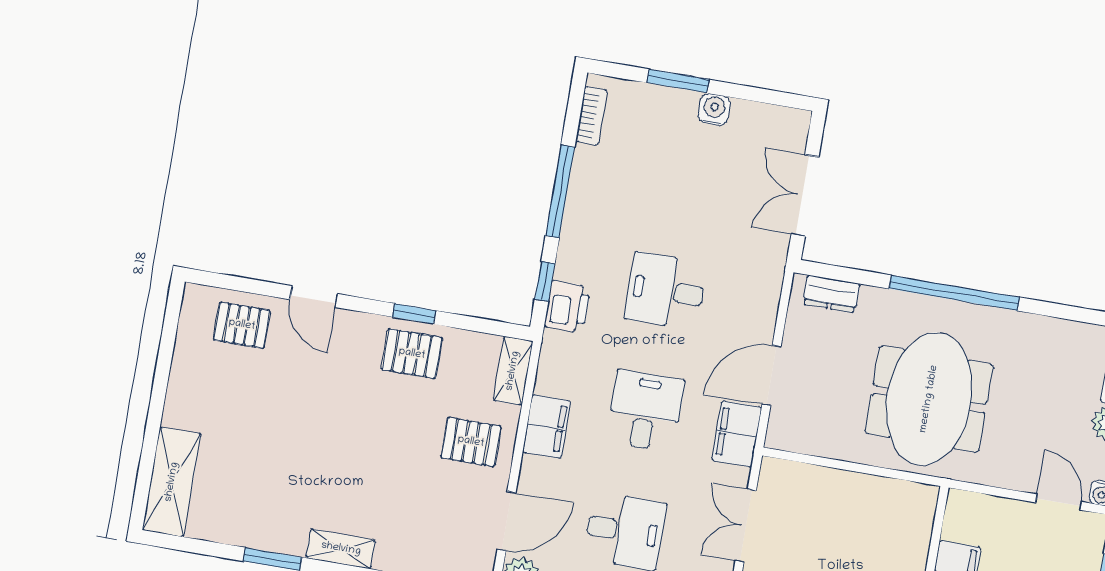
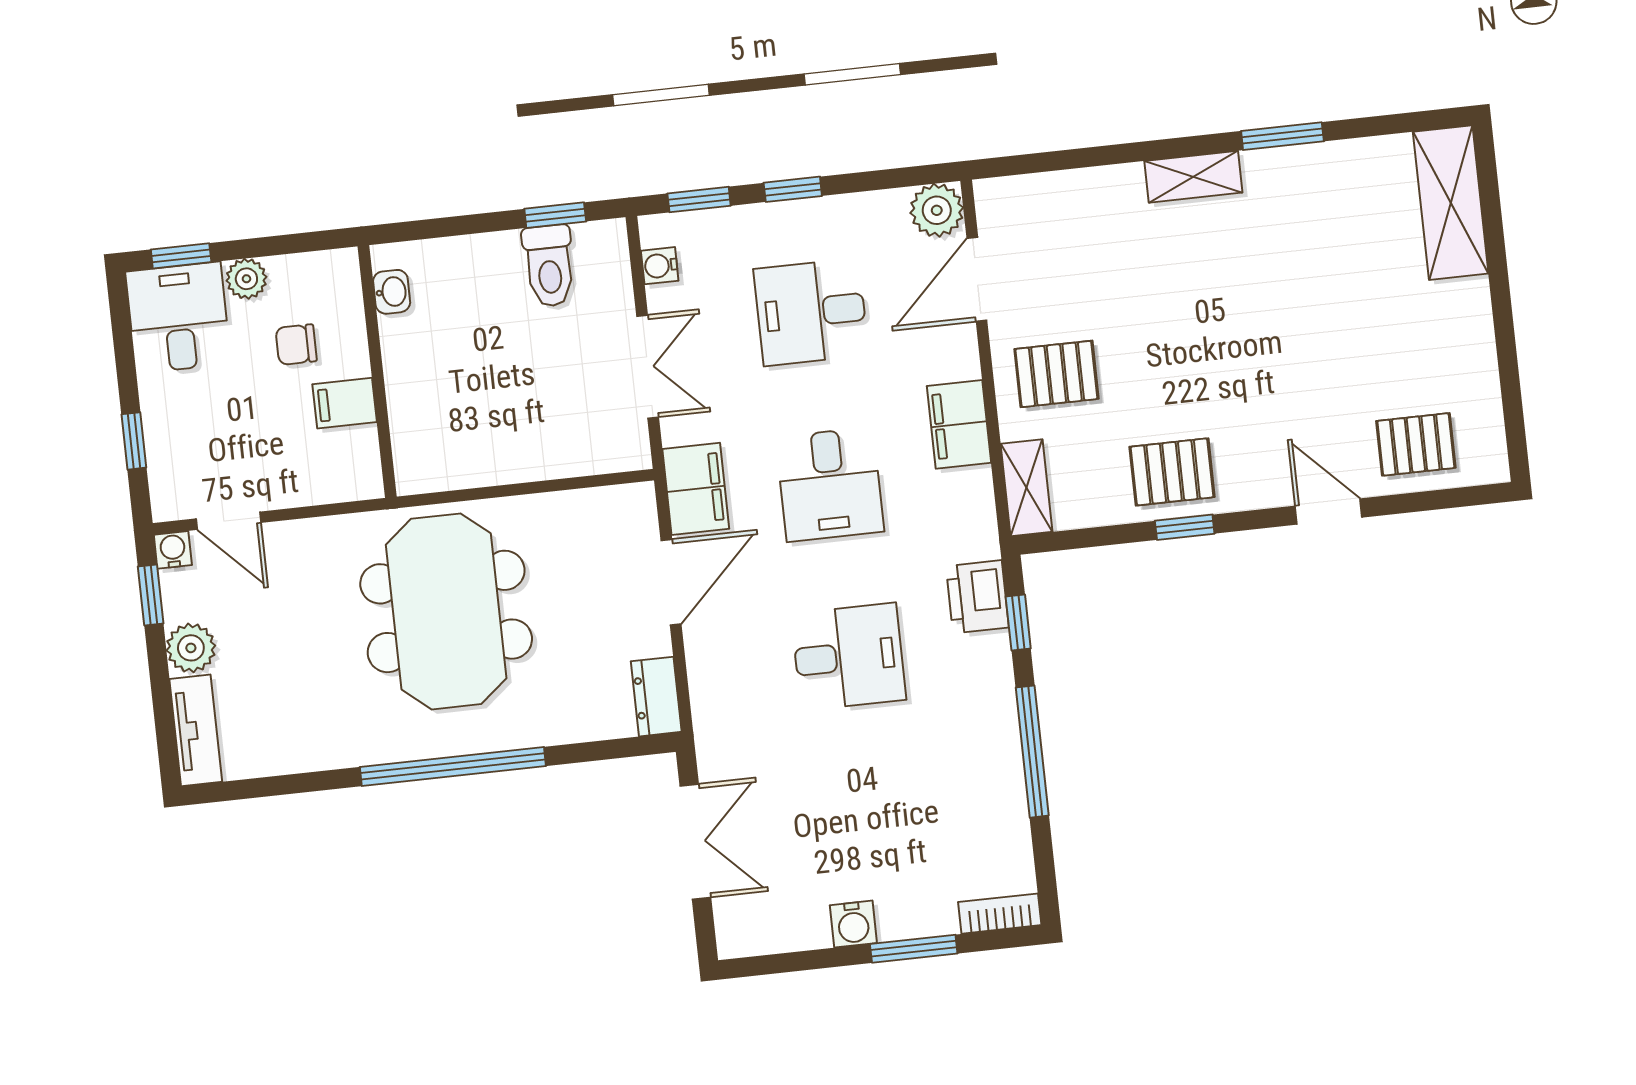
bookcase: (591, 116) -> (1000, 914), moved, turned 90
dresser: (831, 294) -> (656, 697), moved, turned -90

